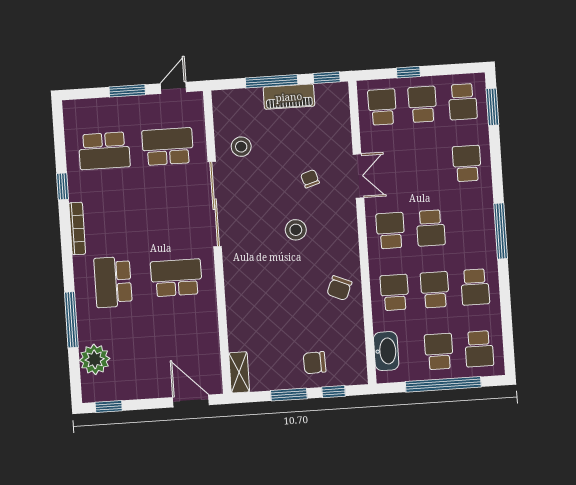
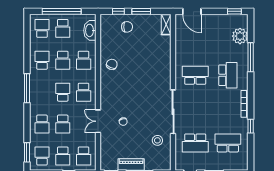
school desk: (427, 166) -> (63, 124), added
stool: (296, 230) -> (132, 96), removed
school desk: (176, 278) -> (195, 75), turned 180

